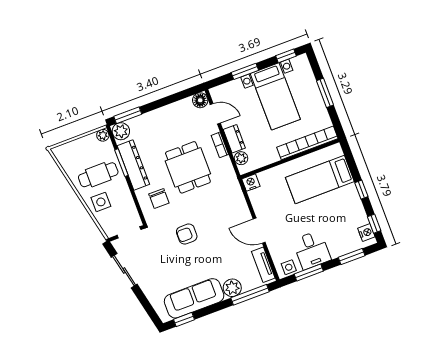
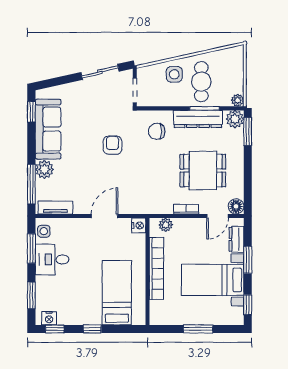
dresser: (234, 139) -> (236, 239), moved, turned 90
bookcase: (307, 143) -> (156, 268), moved
dining table: (188, 167) -> (203, 171), moved
door: (259, 231) -> (104, 216), moved

